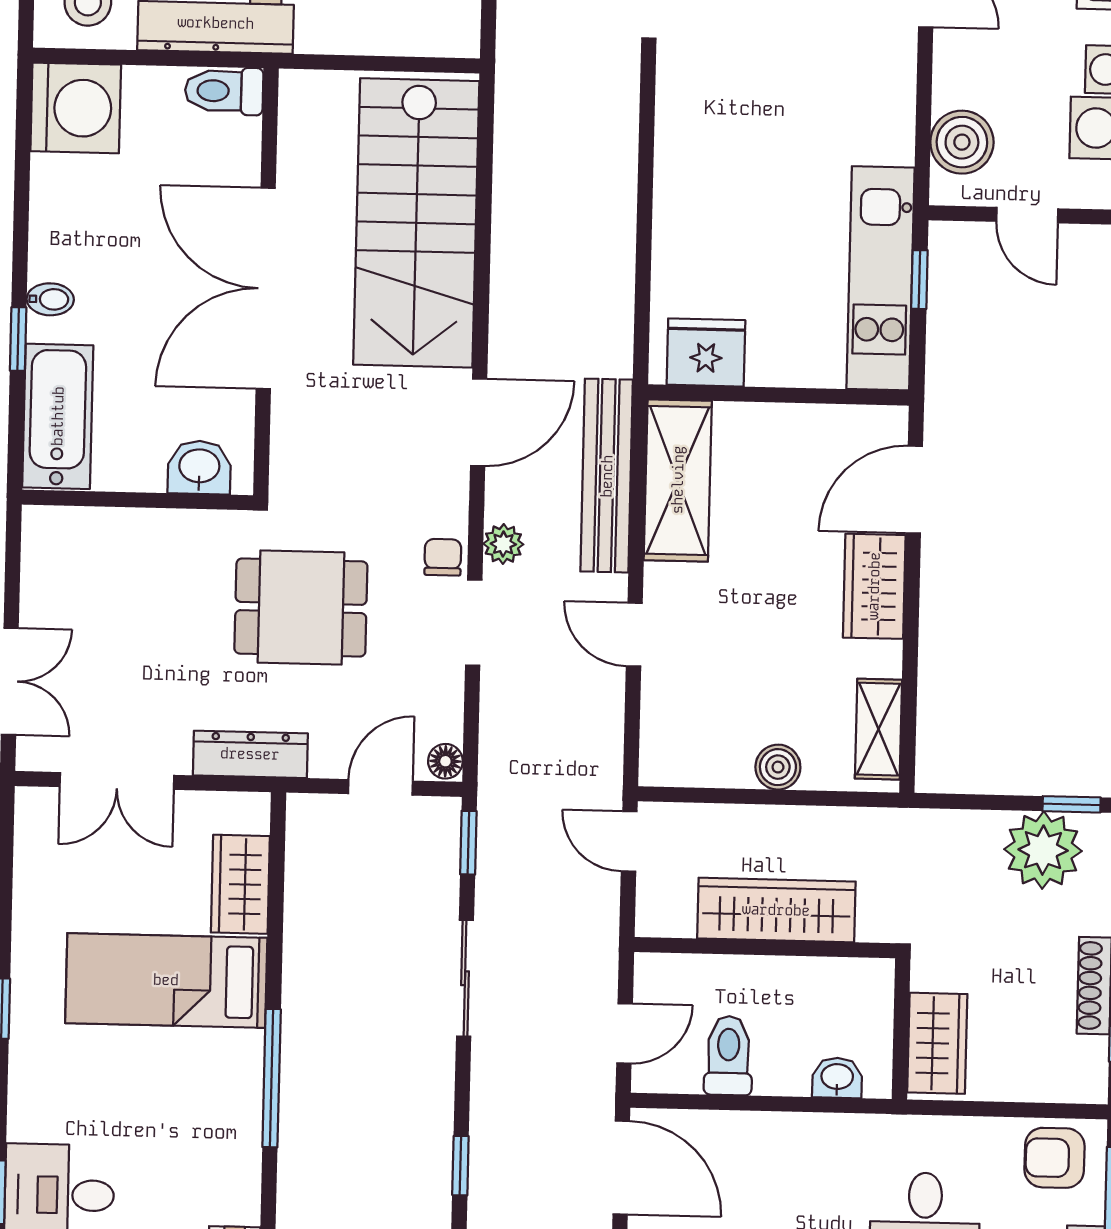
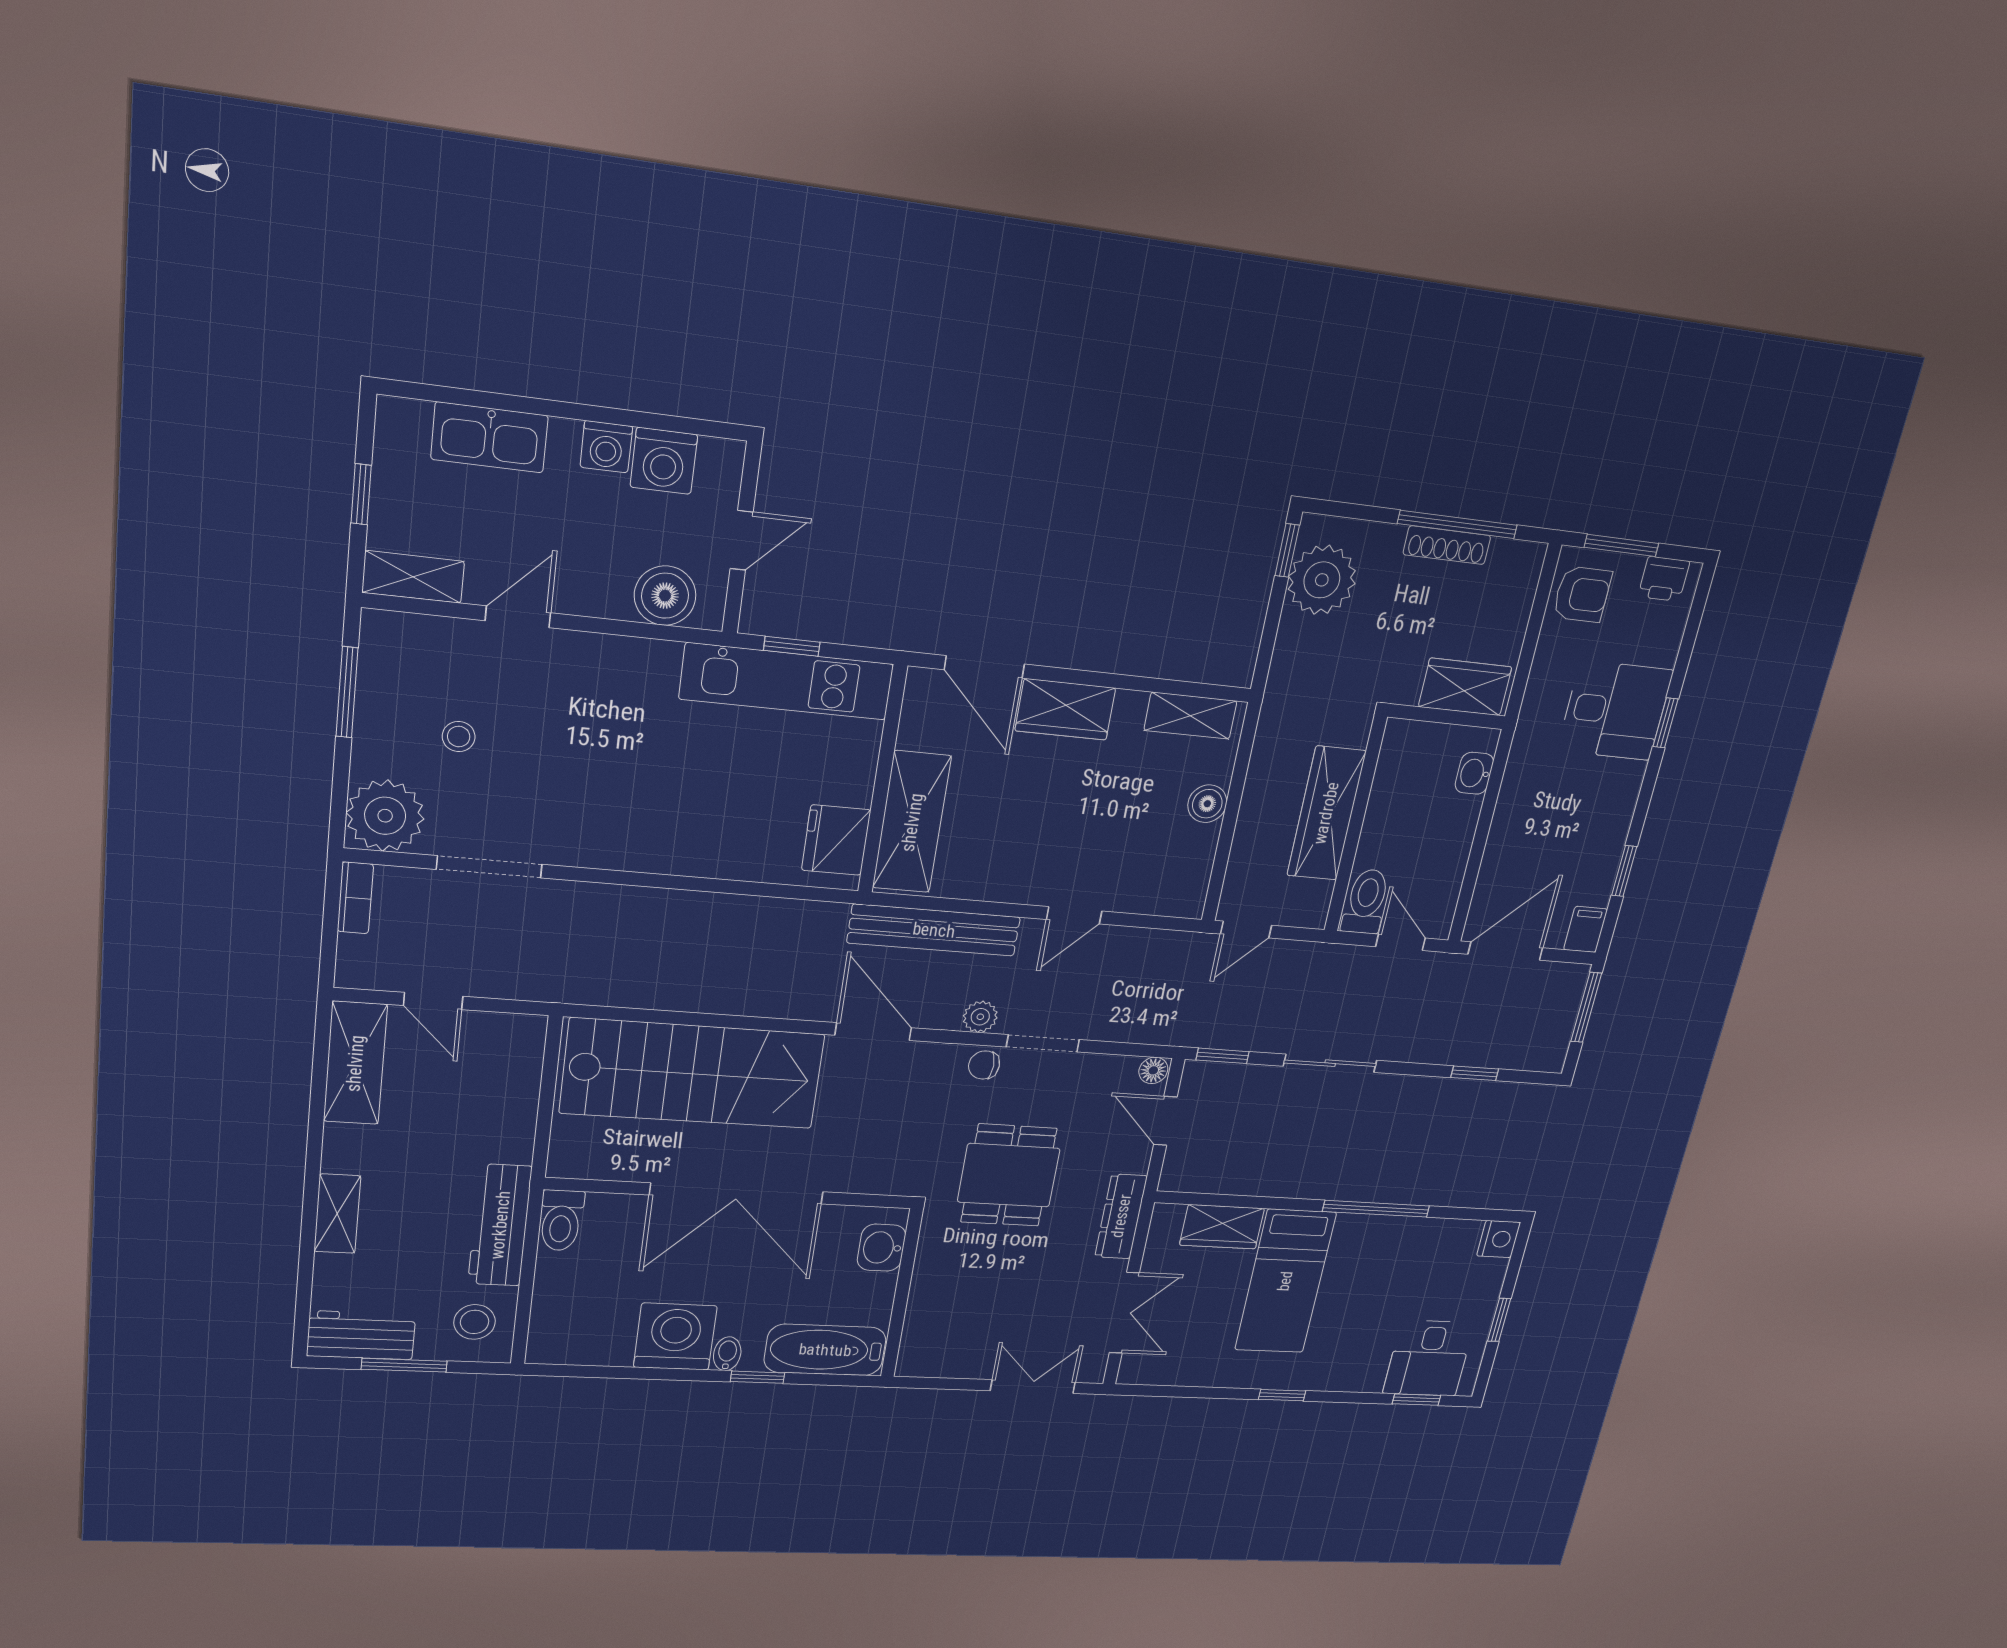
washing machine: (76, 108) -> (675, 1337), moved
shelving: (678, 480) -> (912, 822), moved, turned 90
toilet: (728, 1056) -> (1366, 901), moved, turned 90
armchair: (1054, 1158) -> (1582, 594), turned -90

